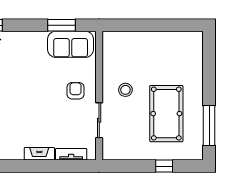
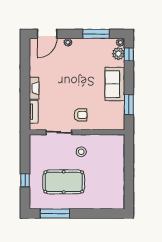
sofa: (71, 44) -> (115, 84), moved

